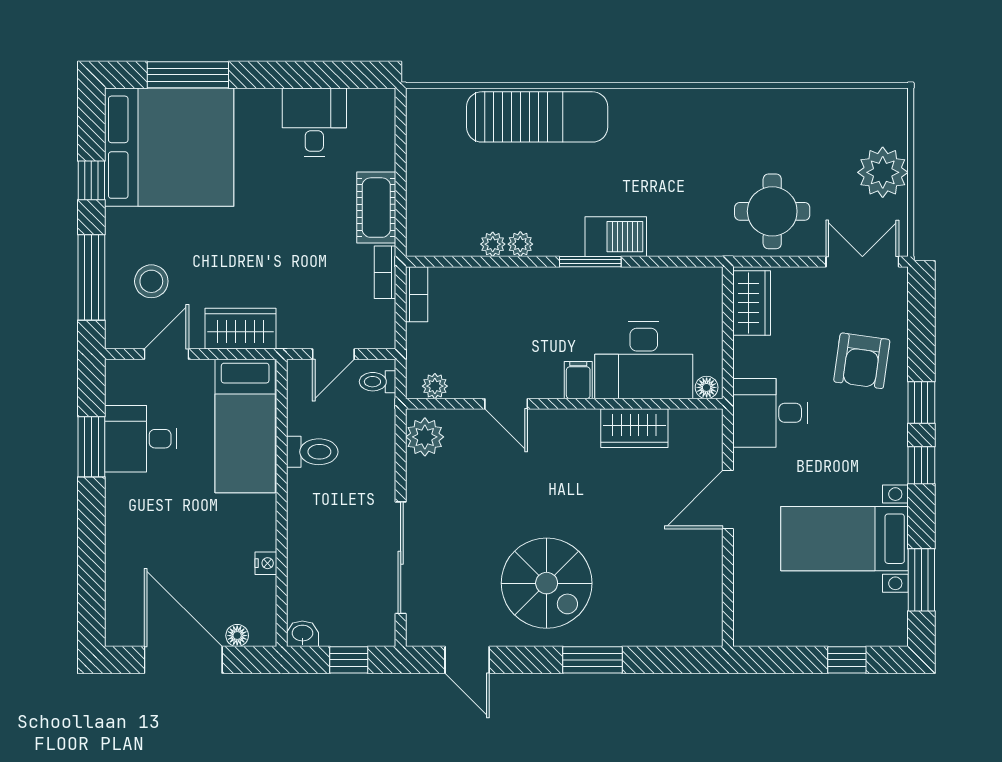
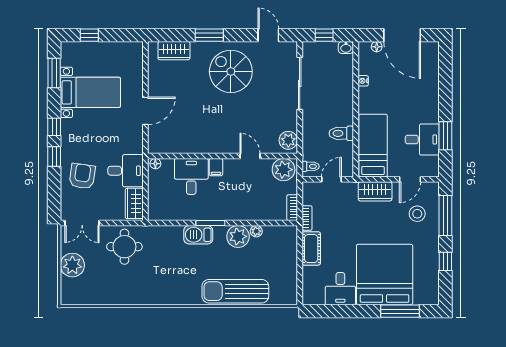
bed: (169, 147) -> (385, 274), moved, turned 90
plant: (520, 244) -> (238, 236), width x1.88, depth x1.88
desk: (644, 360) -> (191, 176), width x0.73
plant: (435, 386) -> (284, 170), width x1.87, depth x1.87
desk: (770, 413) -> (126, 171), moved
wardrobe: (634, 428) -> (174, 51), moved, turned 180

